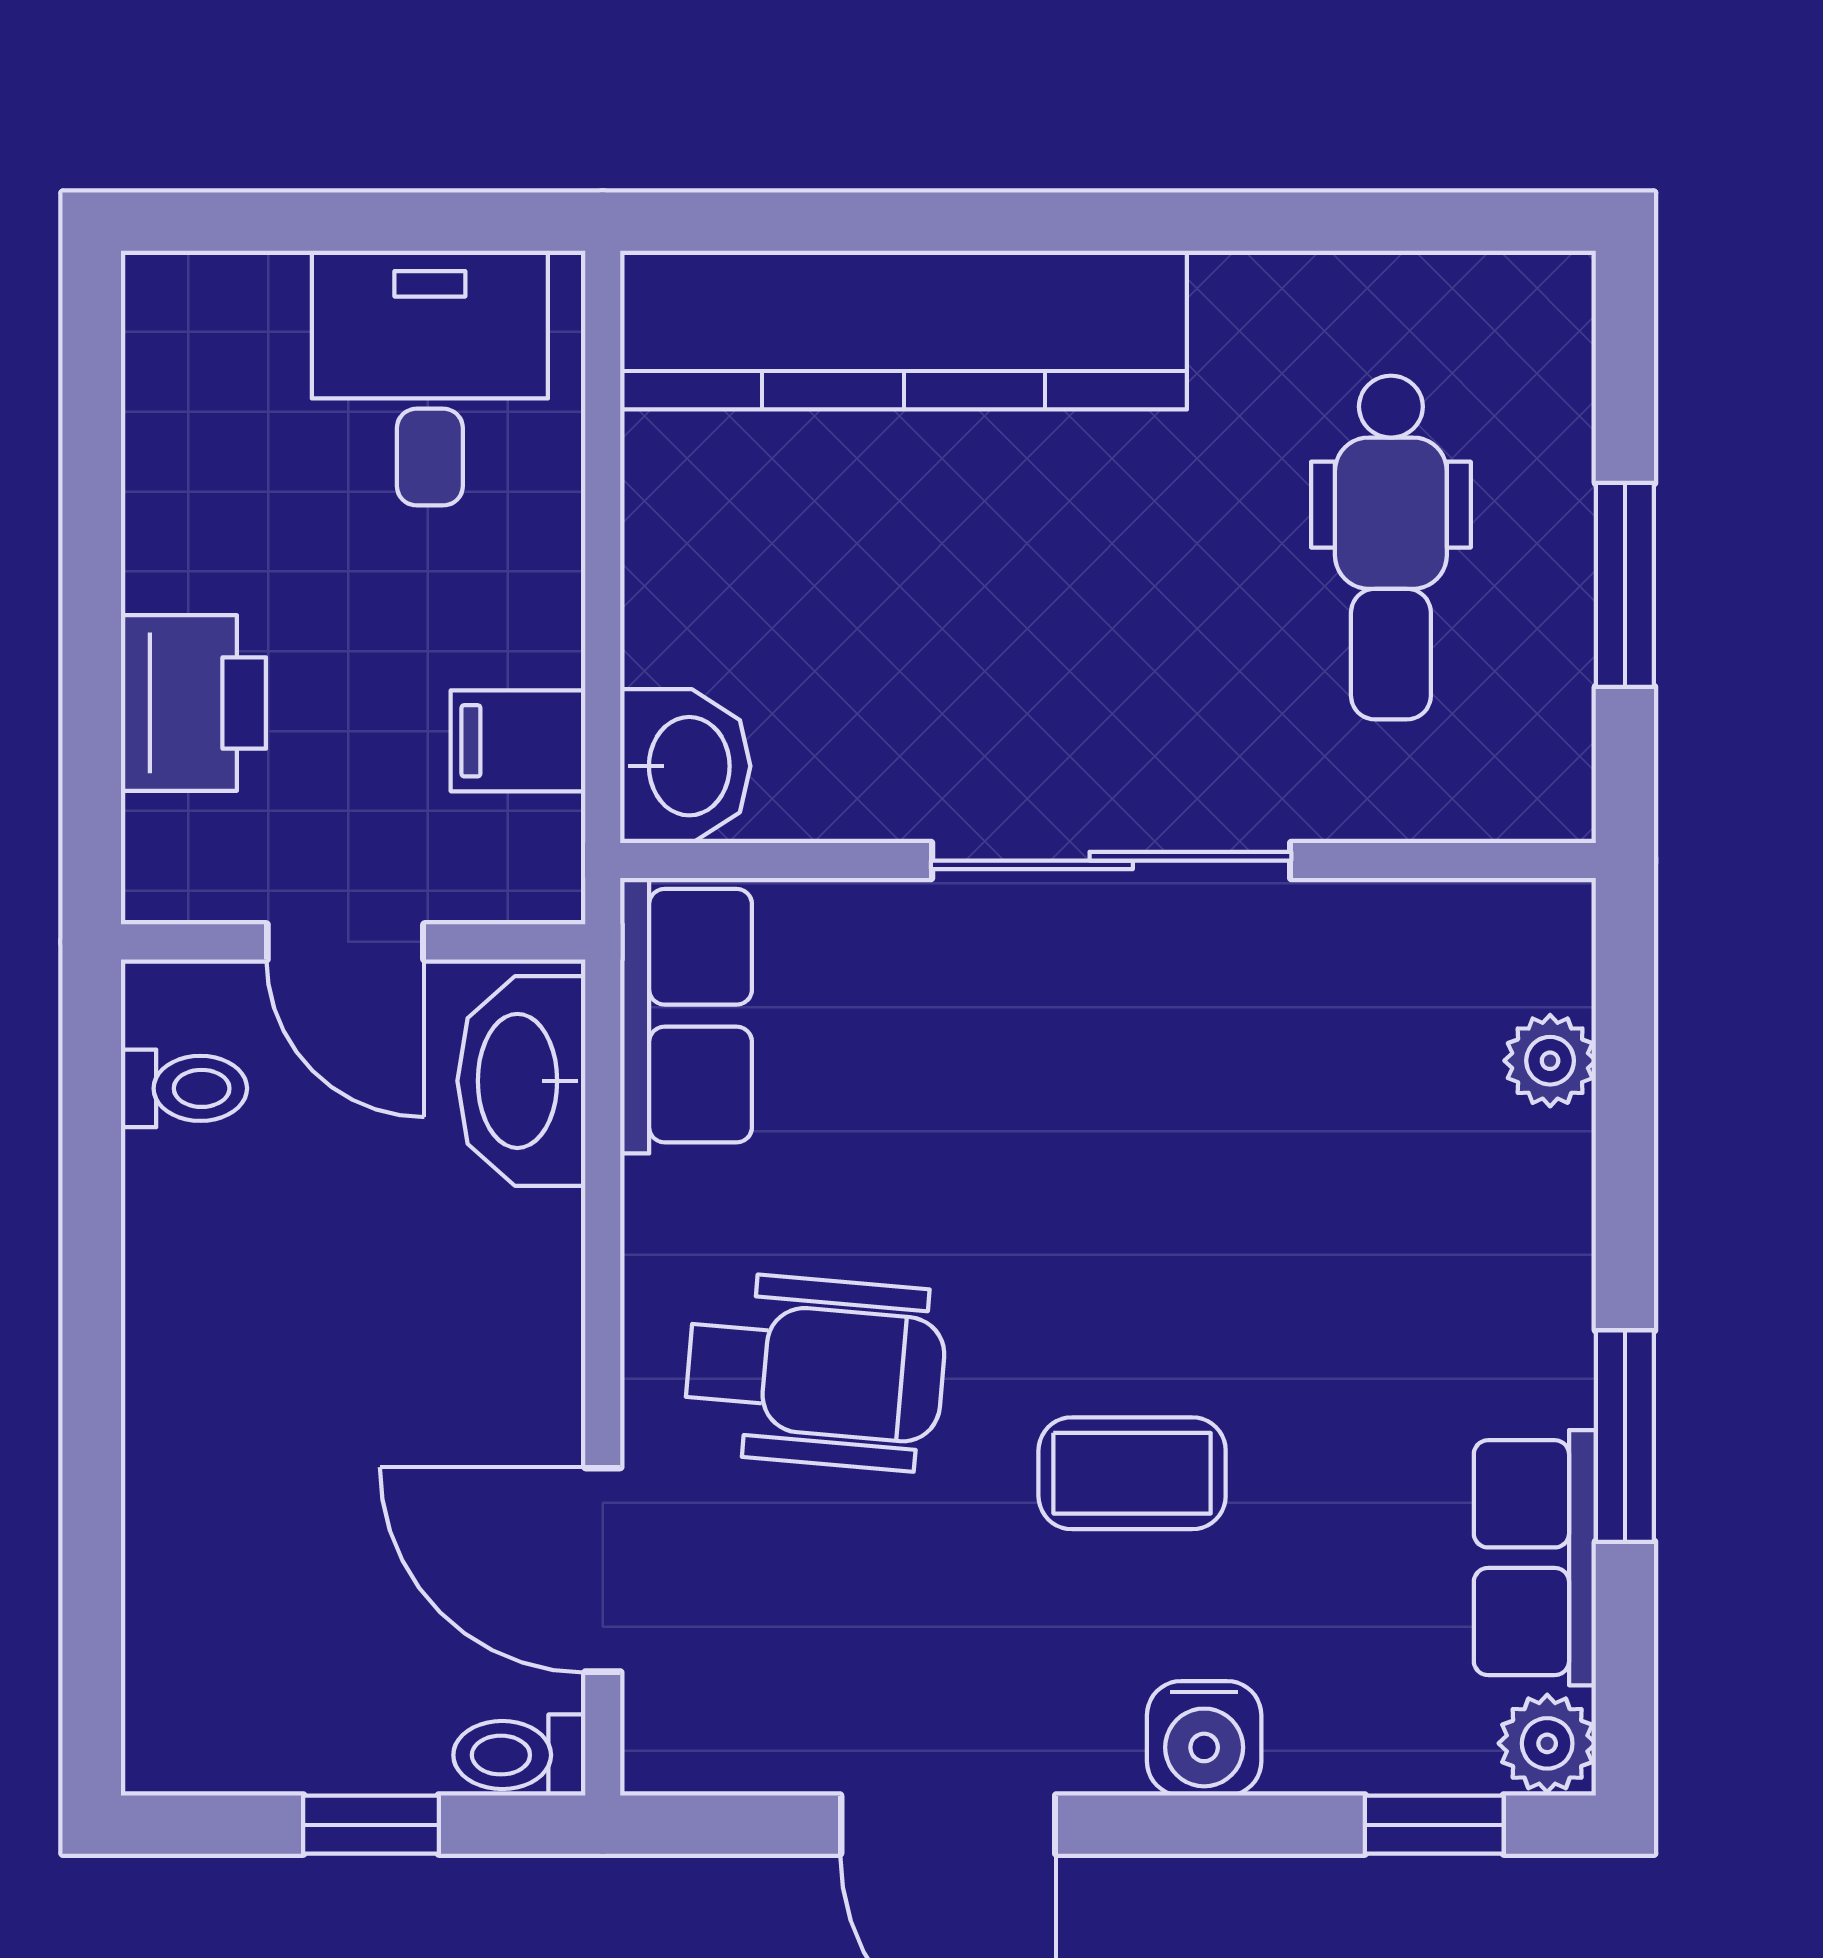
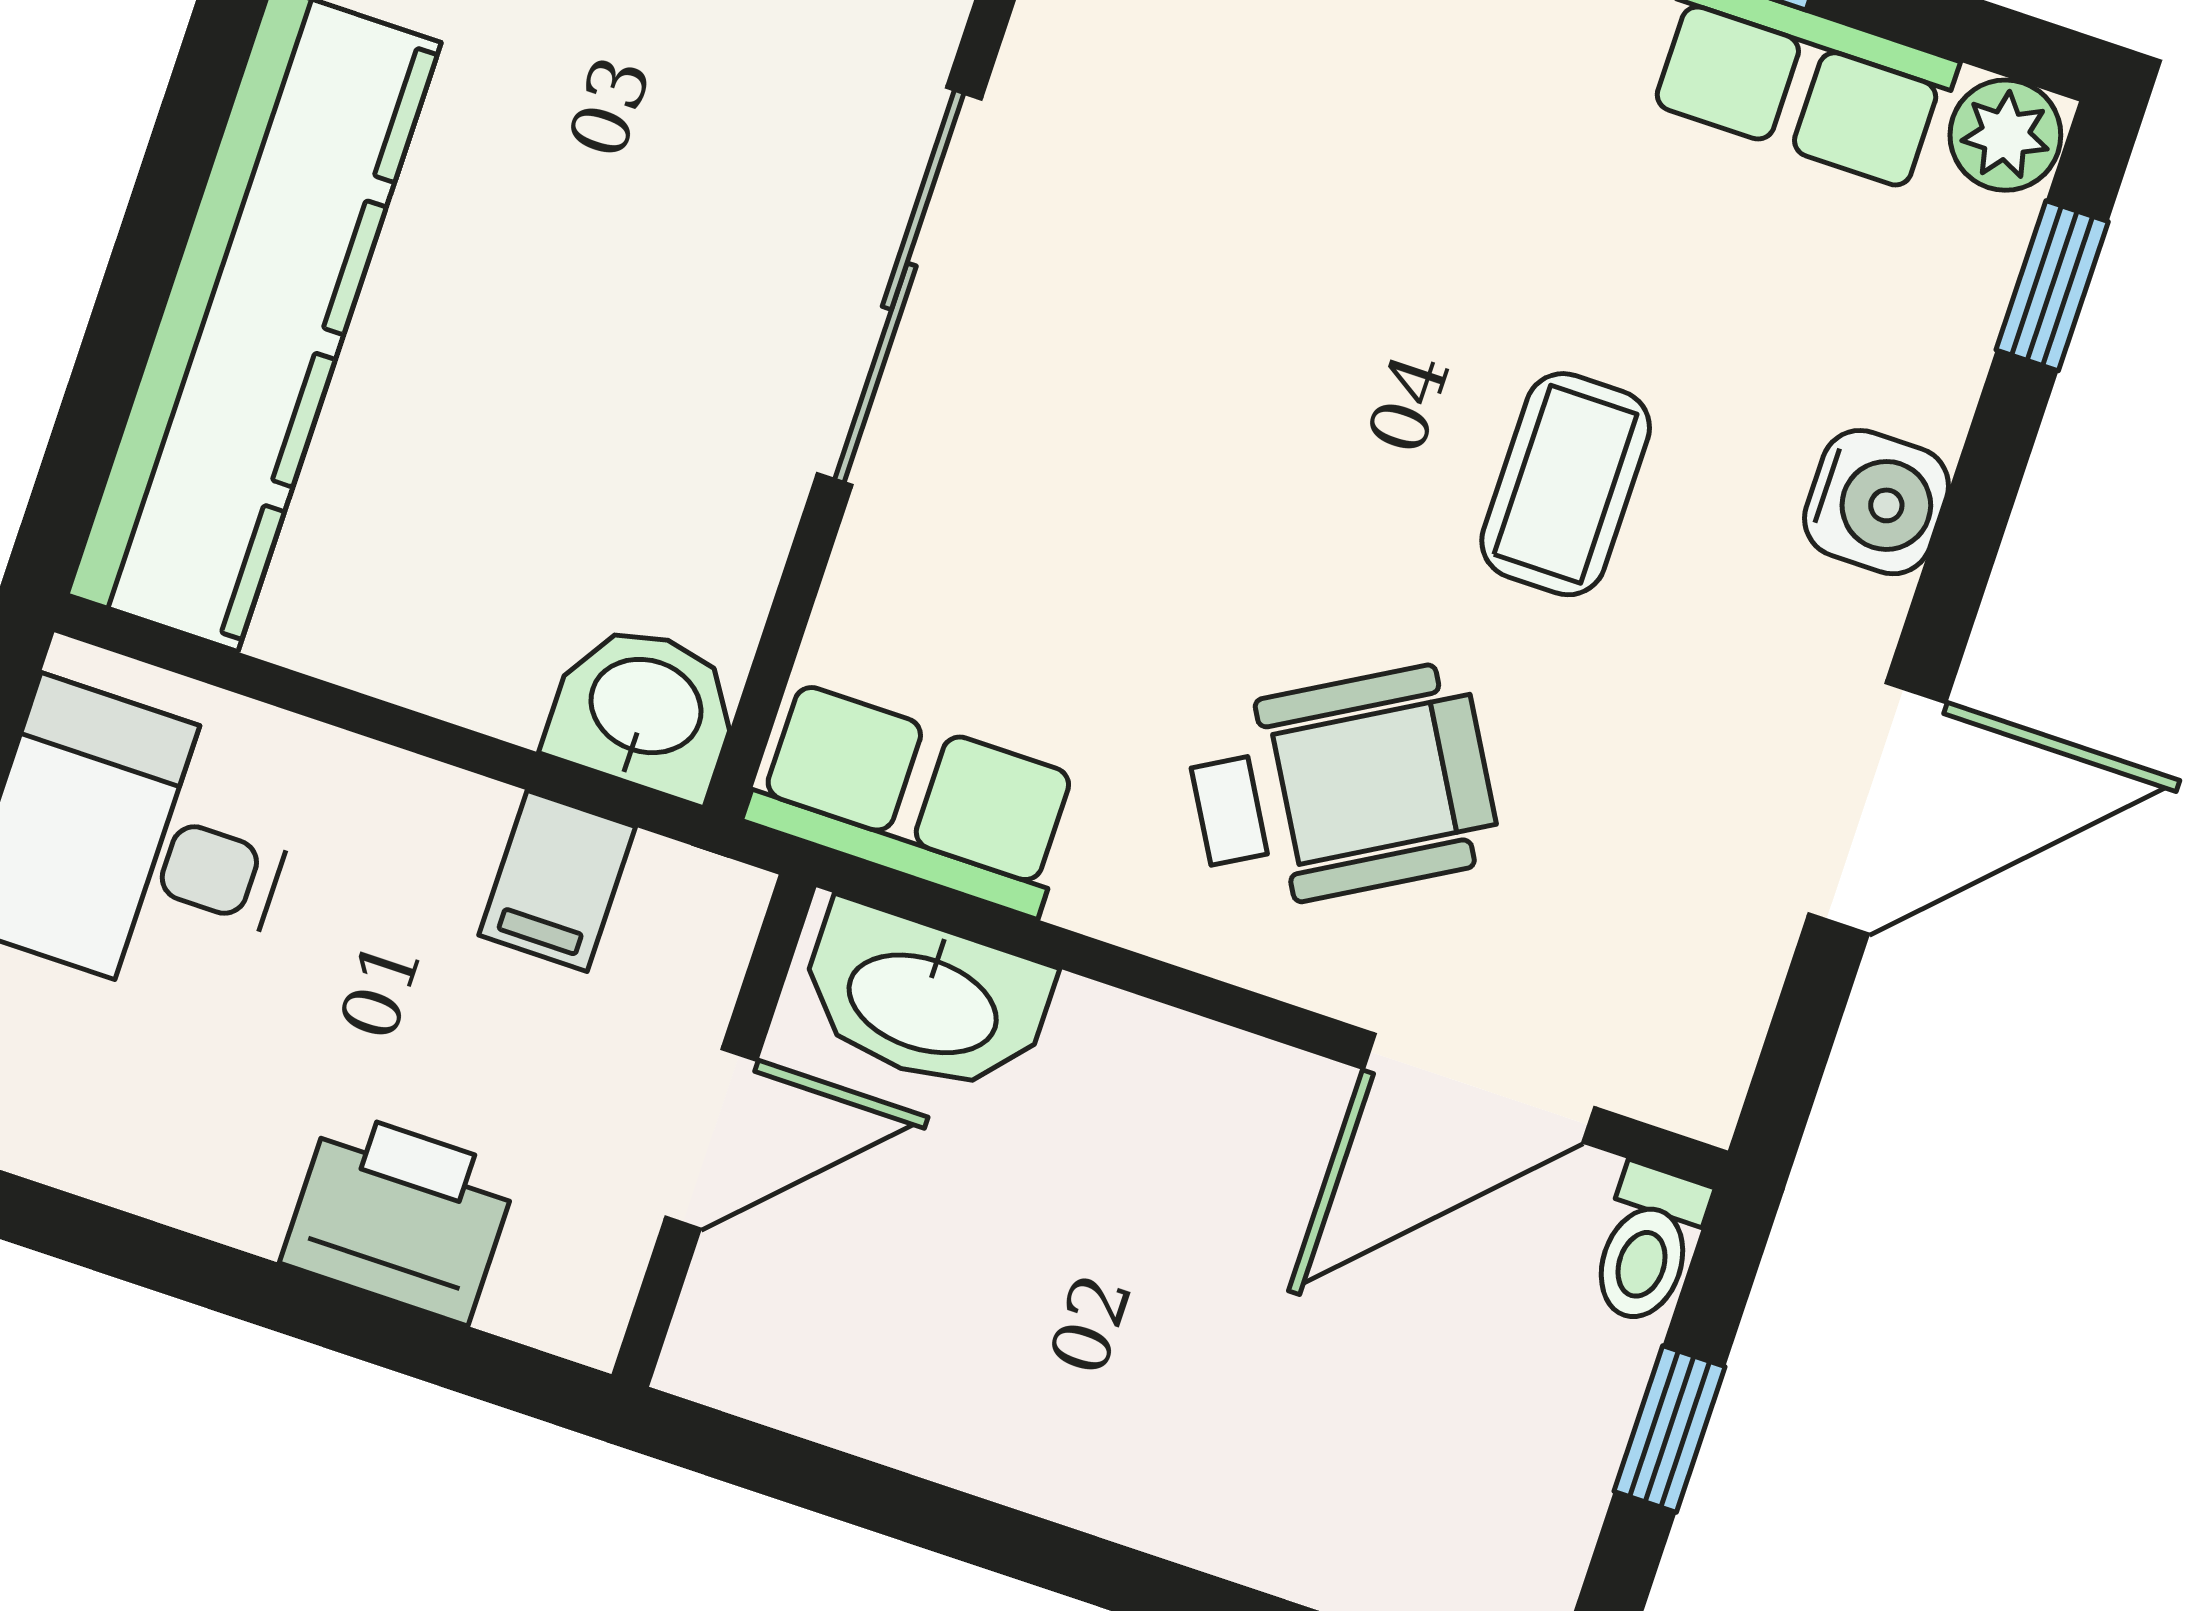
toilet: (184, 1088) -> (811, 1365), removed
wheelchair: (815, 1371) -> (1342, 788), turned 55

